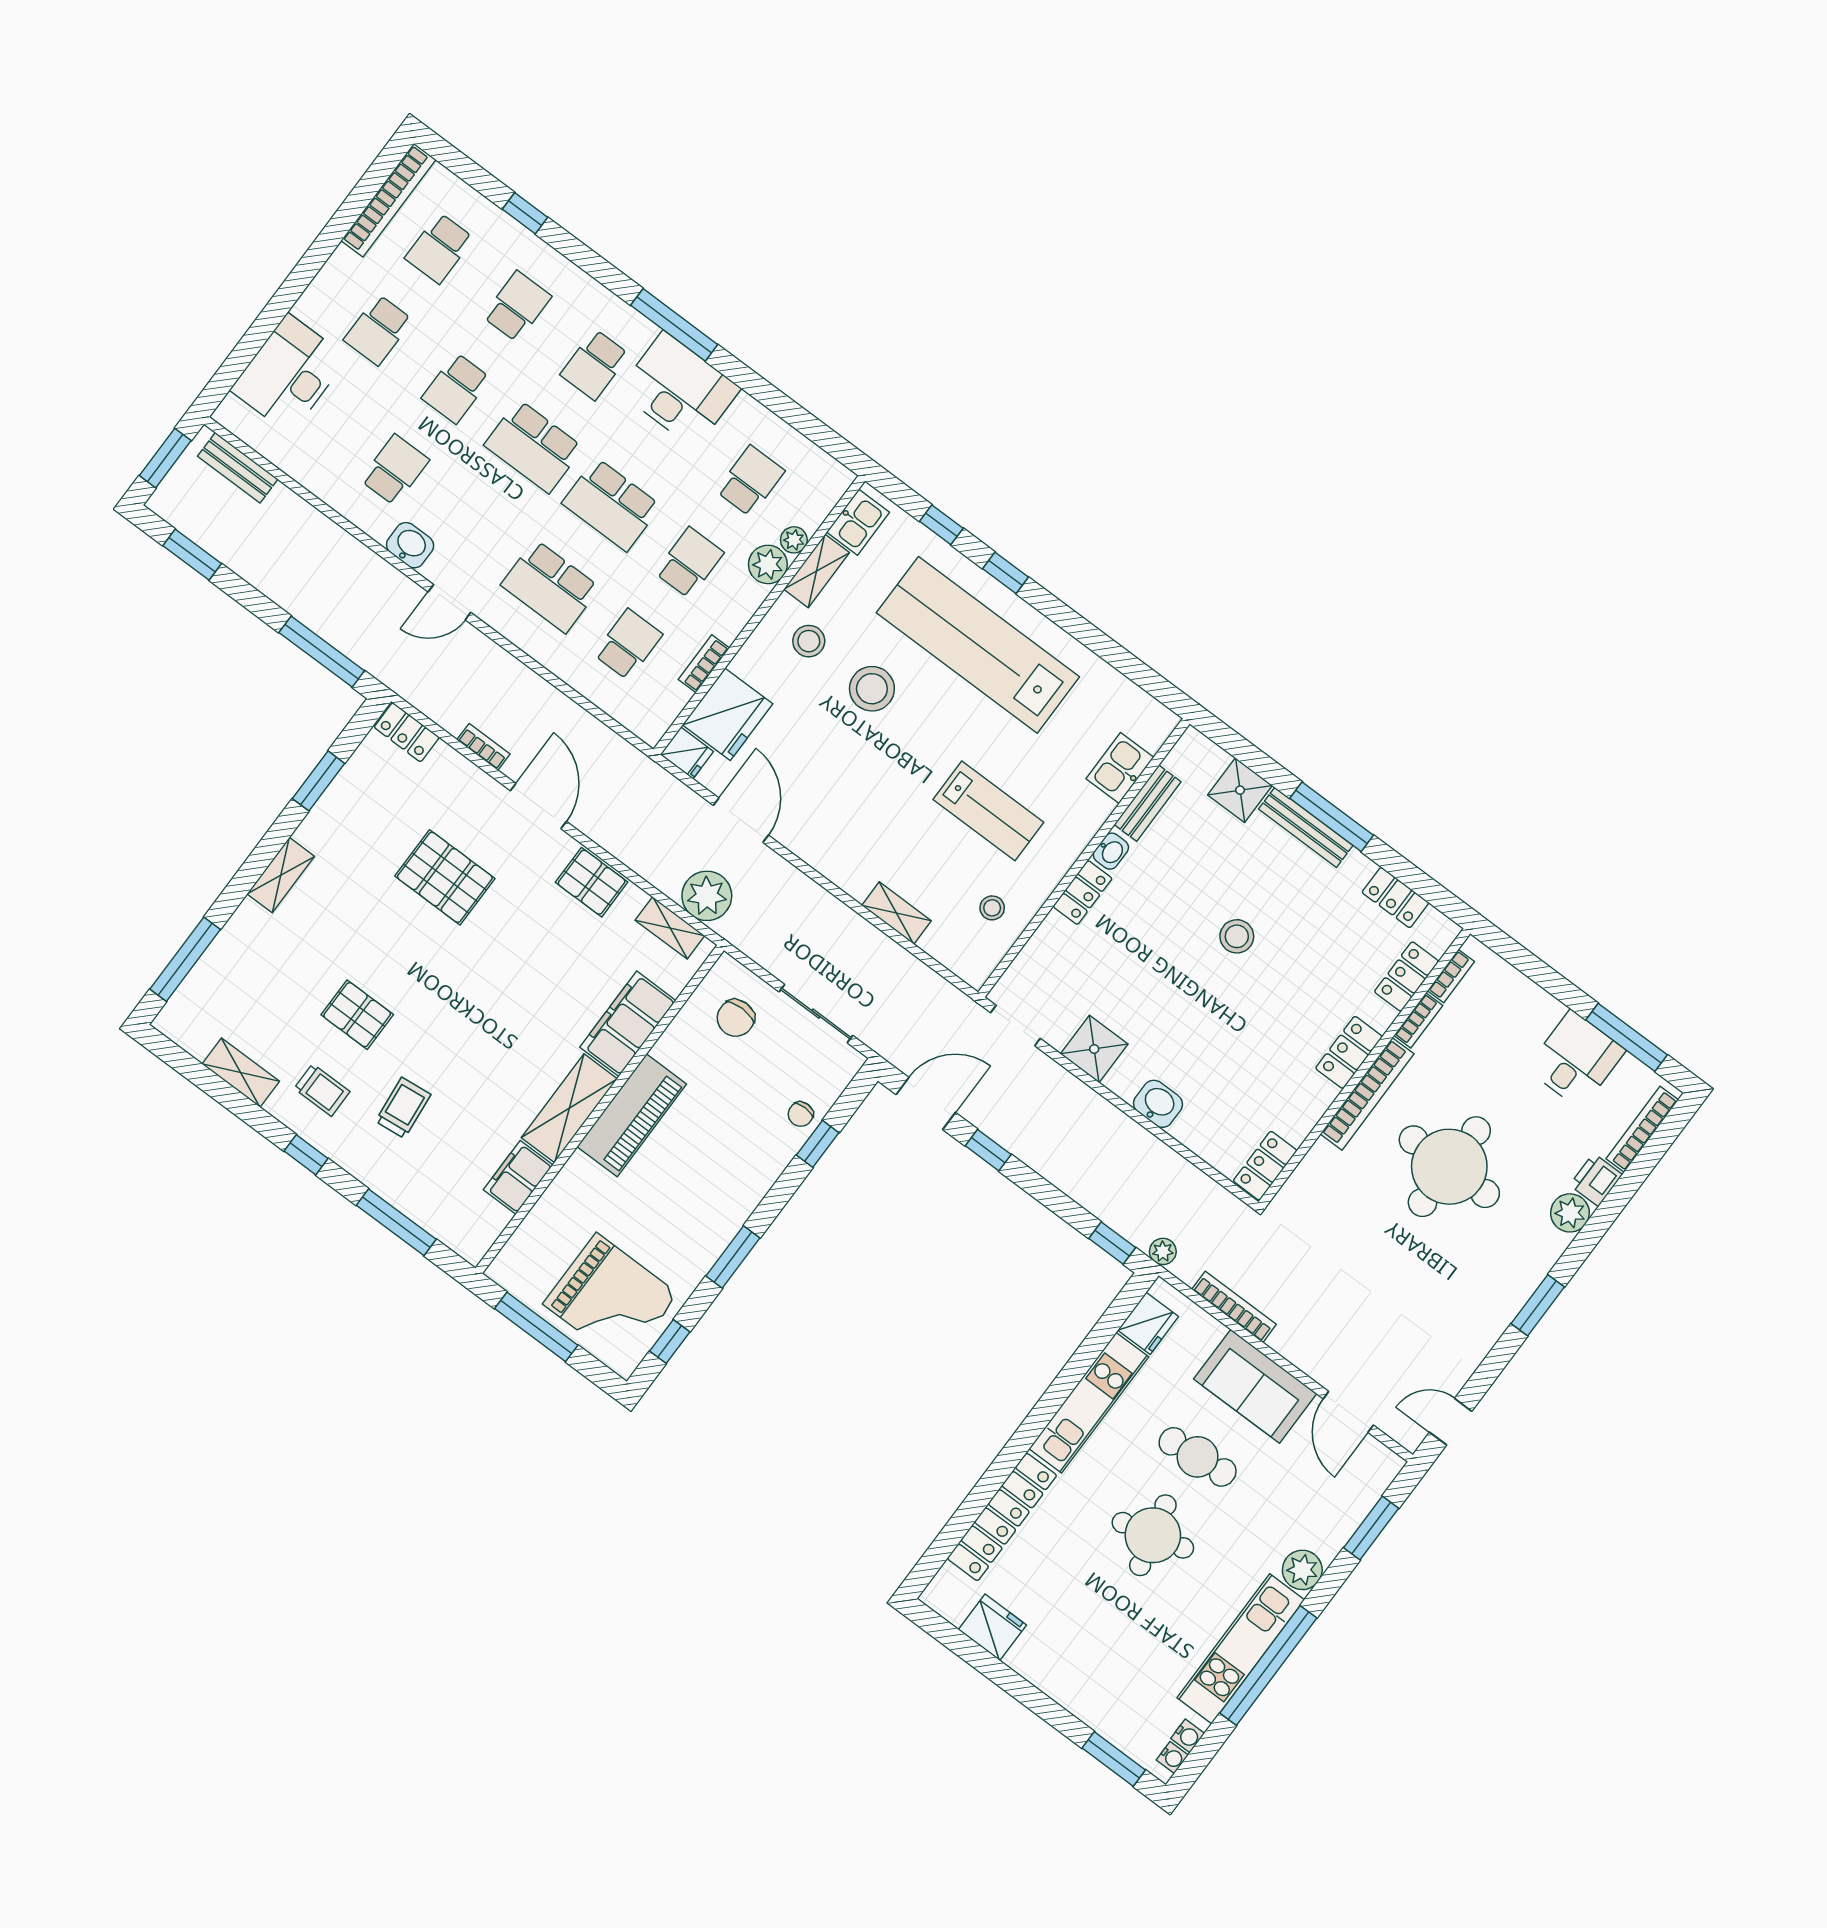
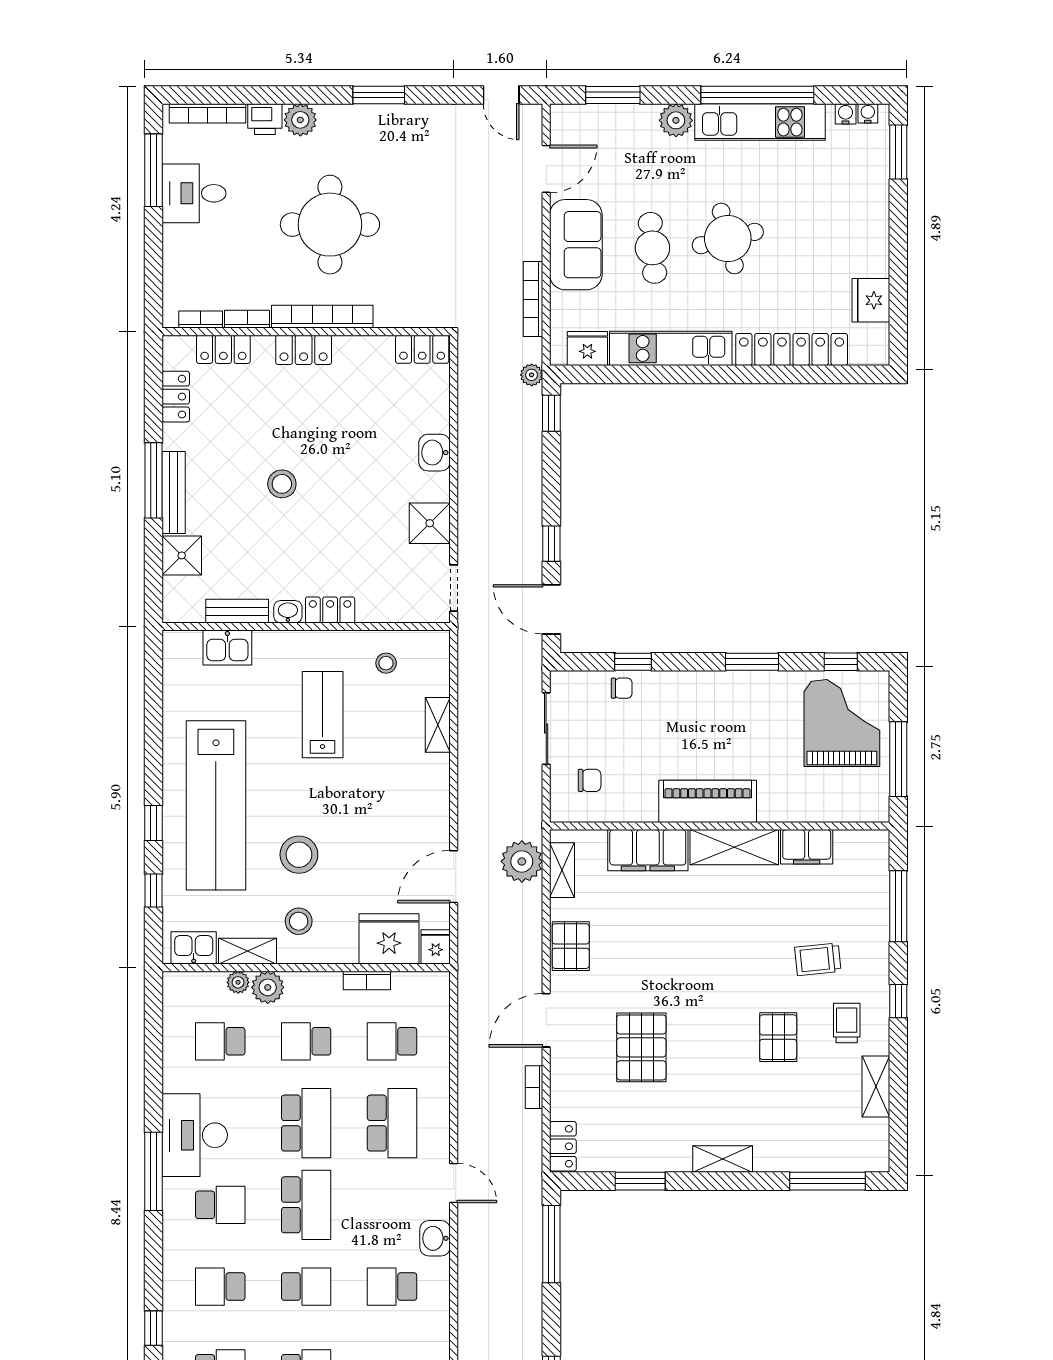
chair: (736, 1018) -> (590, 780), width x0.73, depth x0.73

